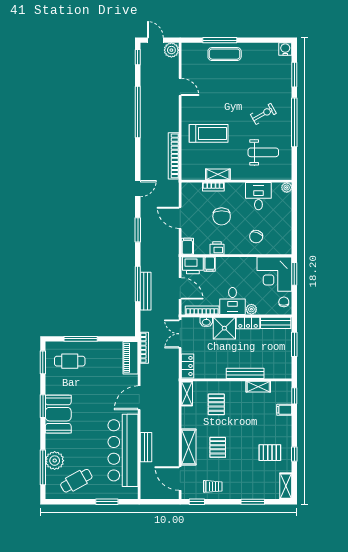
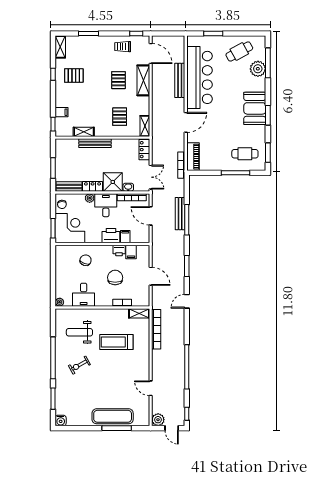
exercise mat: (225, 54) -> (113, 416), width x1.36, depth x1.45
treadmill: (209, 133) -> (116, 342), moved
shelving: (218, 174) -> (139, 313), moved
filing cabinet: (187, 246) -> (131, 252), moved
printer: (193, 265) -> (111, 236), moved
bench: (146, 447) -> (180, 80), width x1.36

